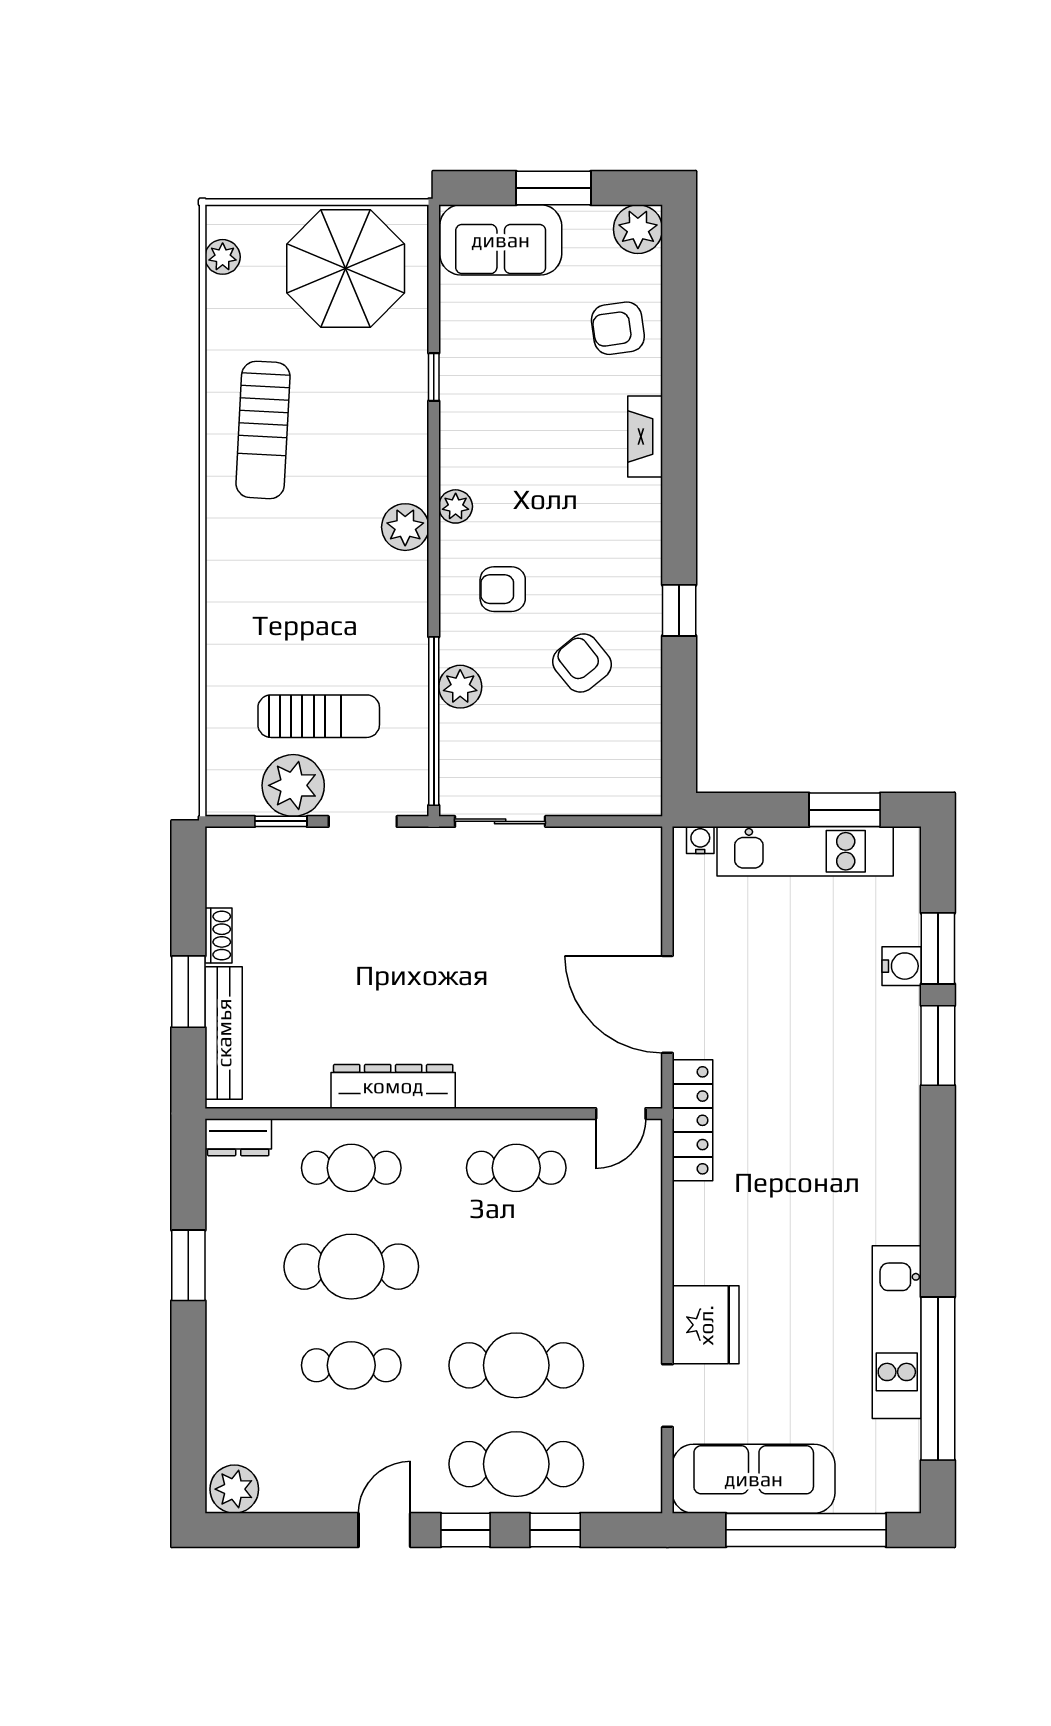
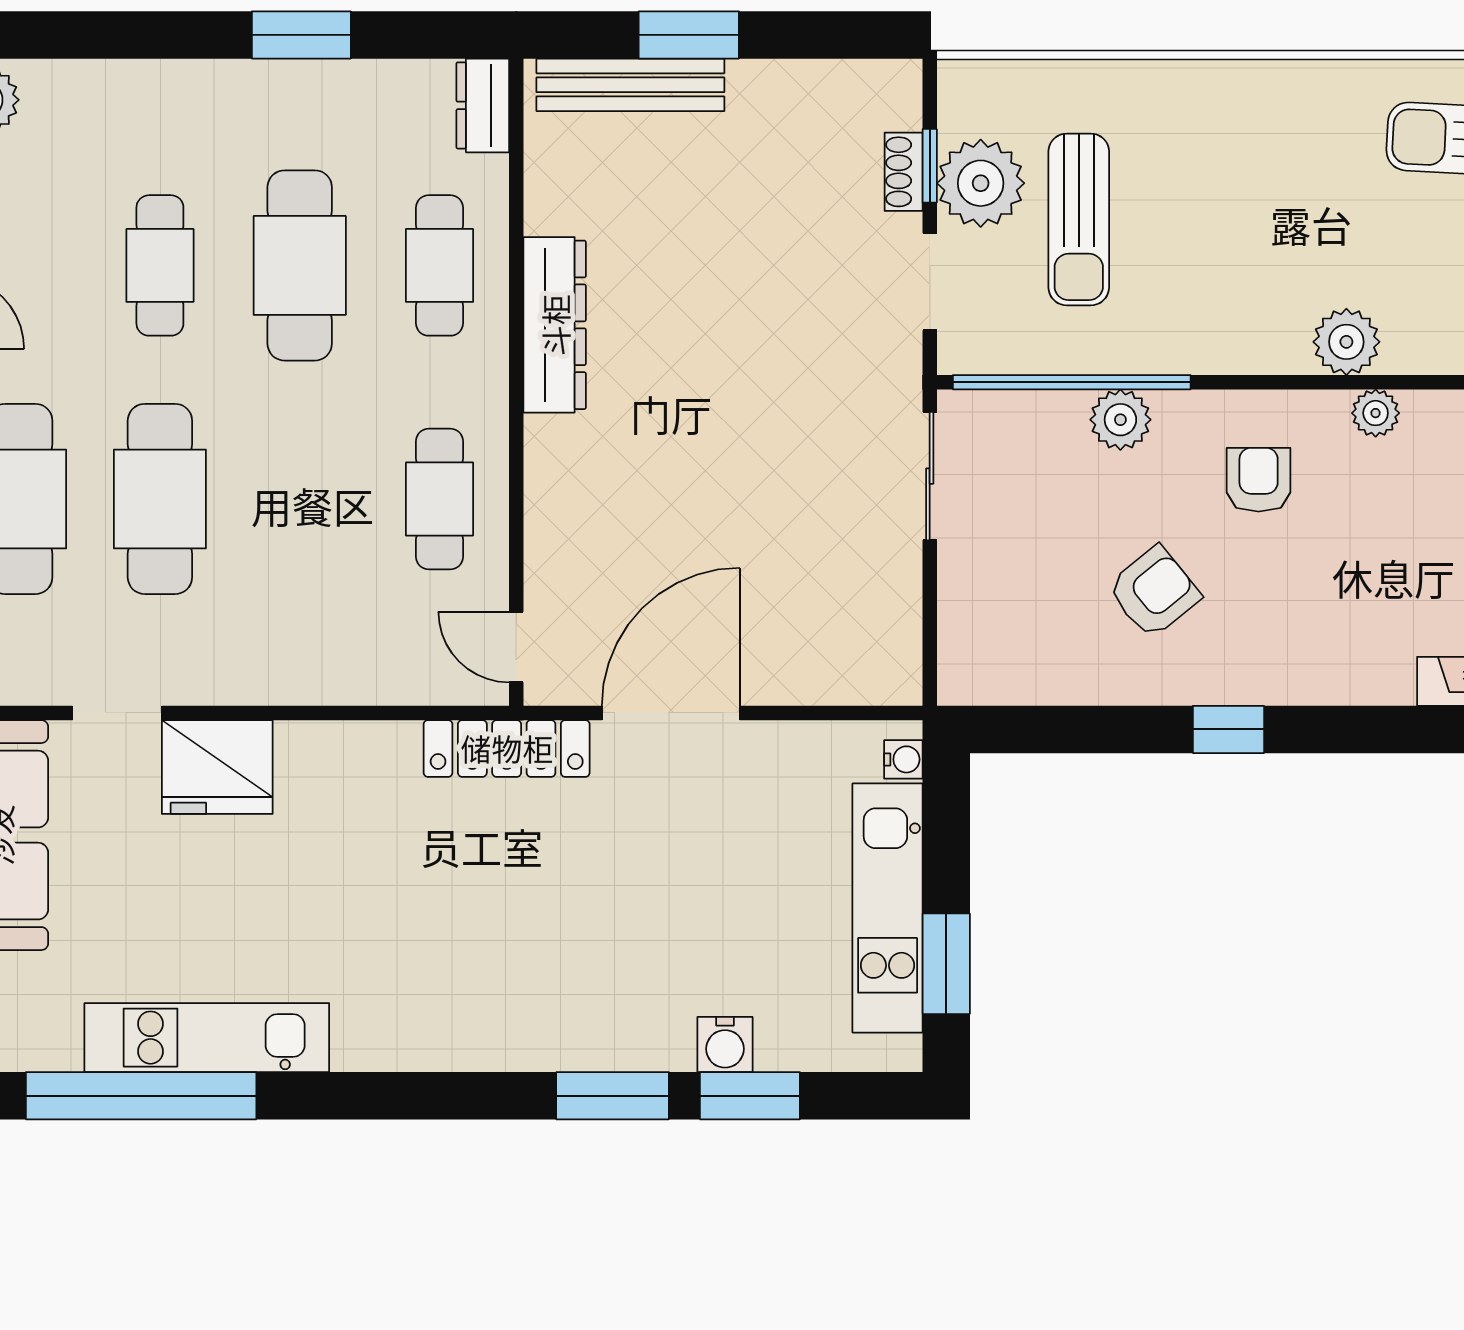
shoe rack: (219, 936) -> (904, 172), moved, turned 90

